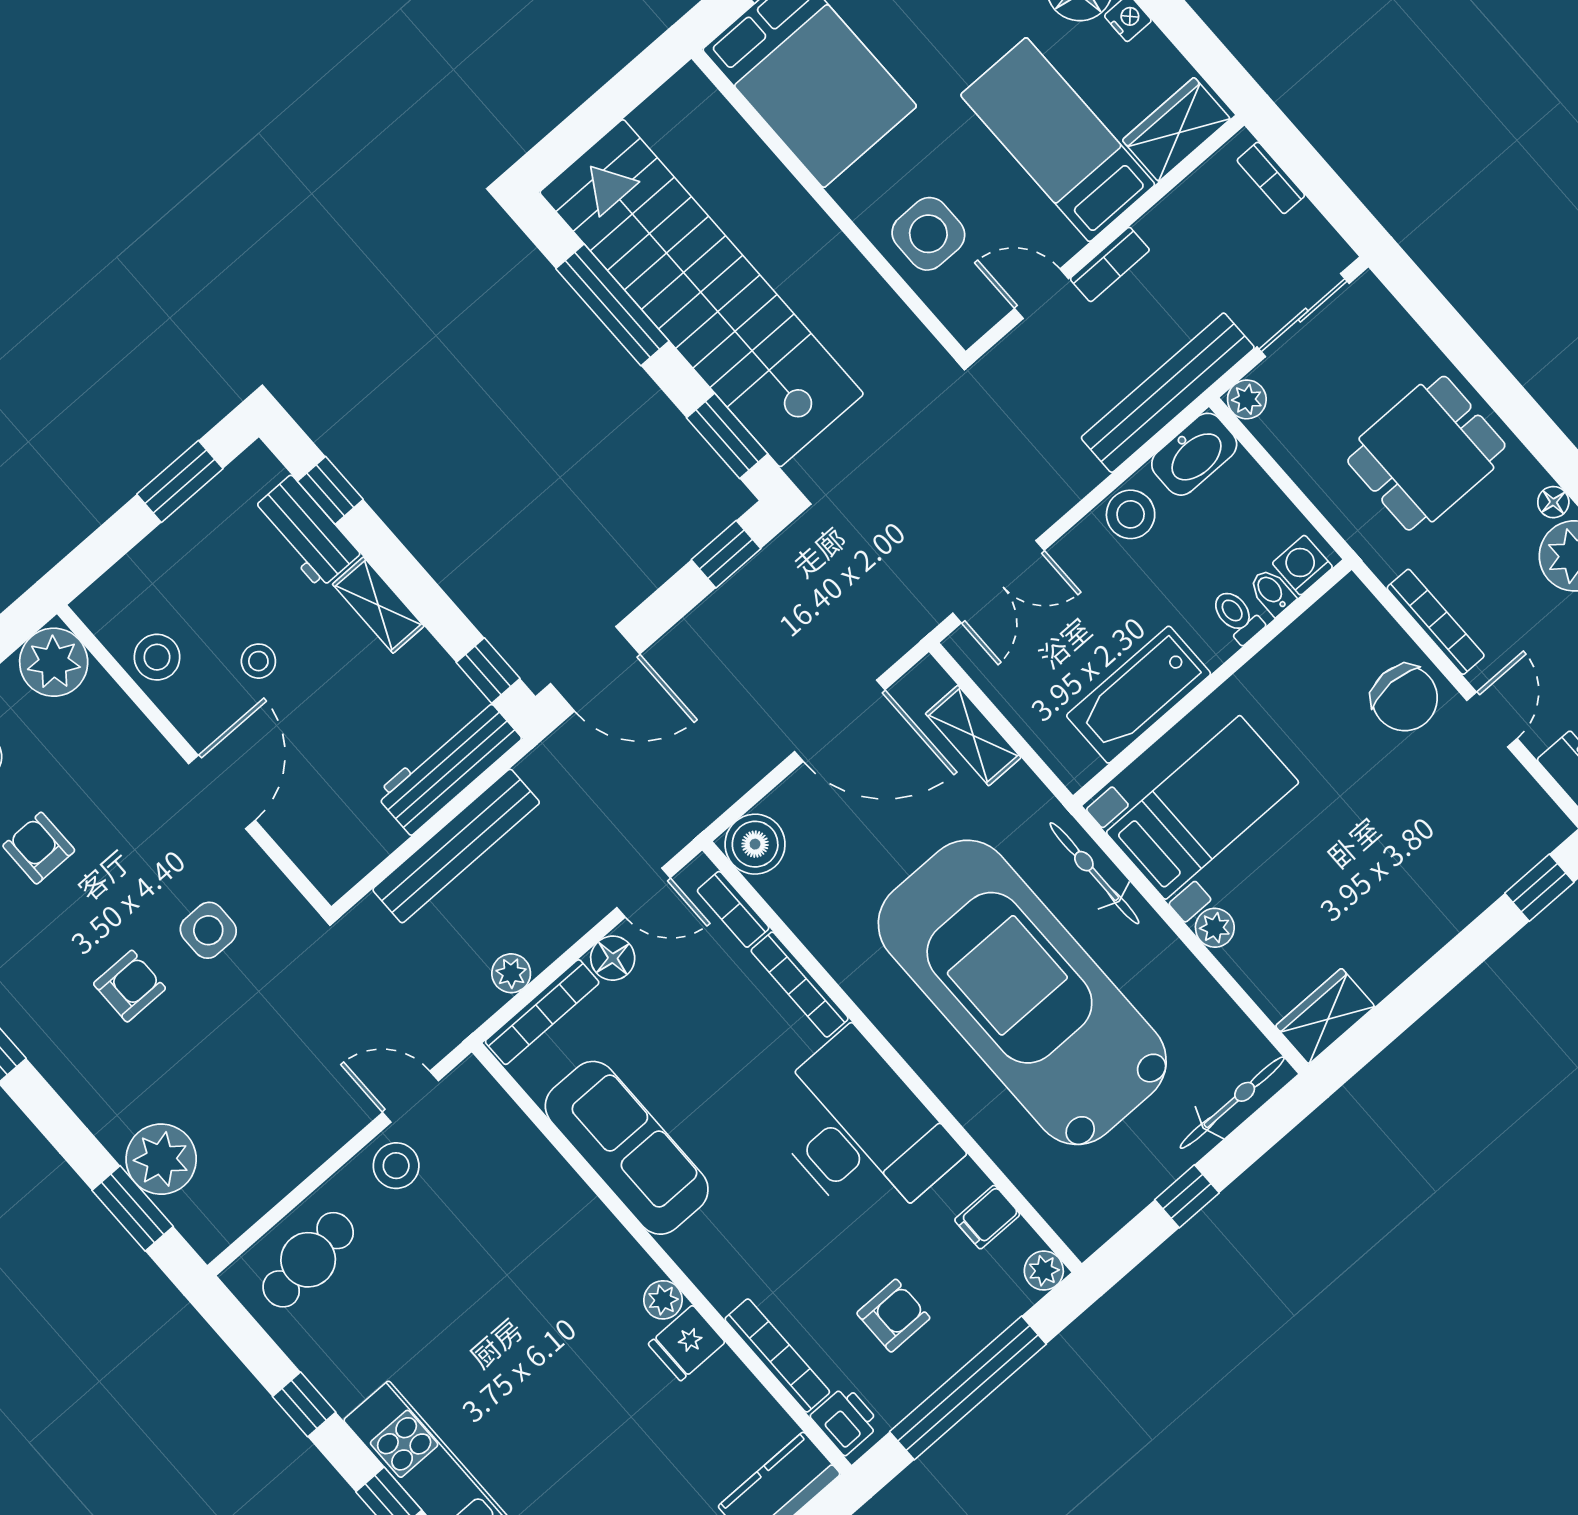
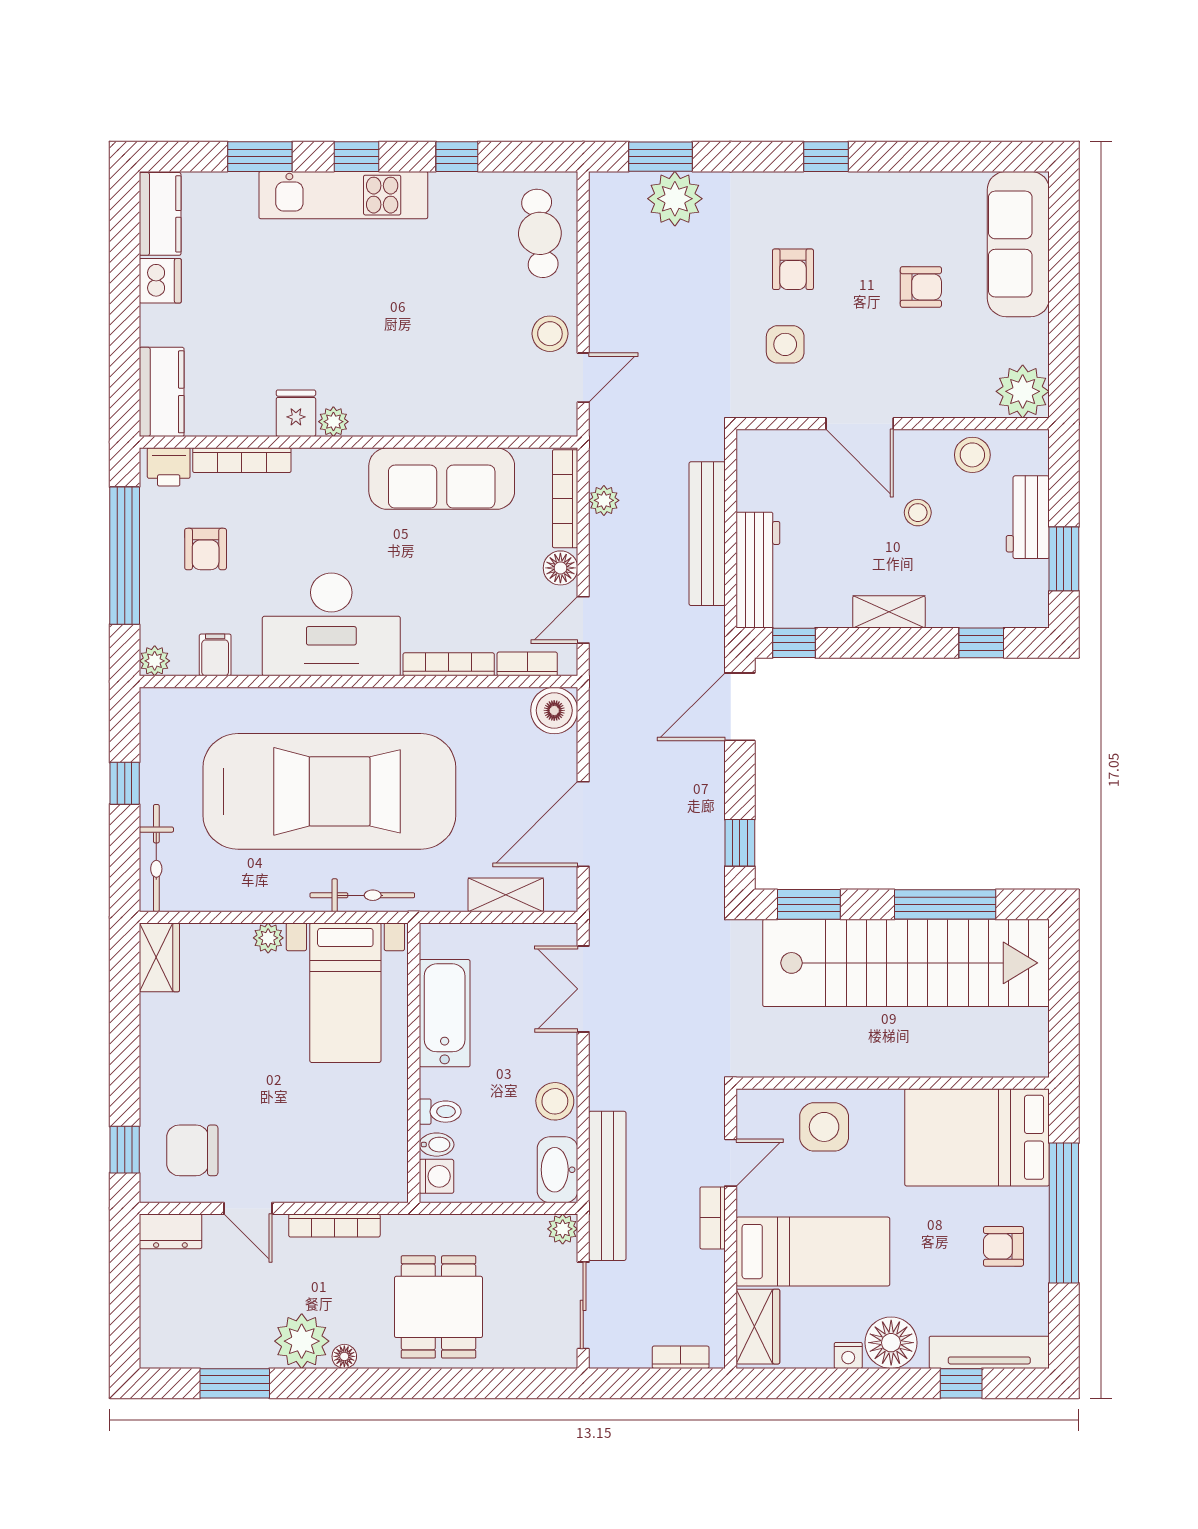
workbench: (305, 532) -> (1028, 517), moved, turned -90
chair: (1405, 698) -> (192, 1150), moved

